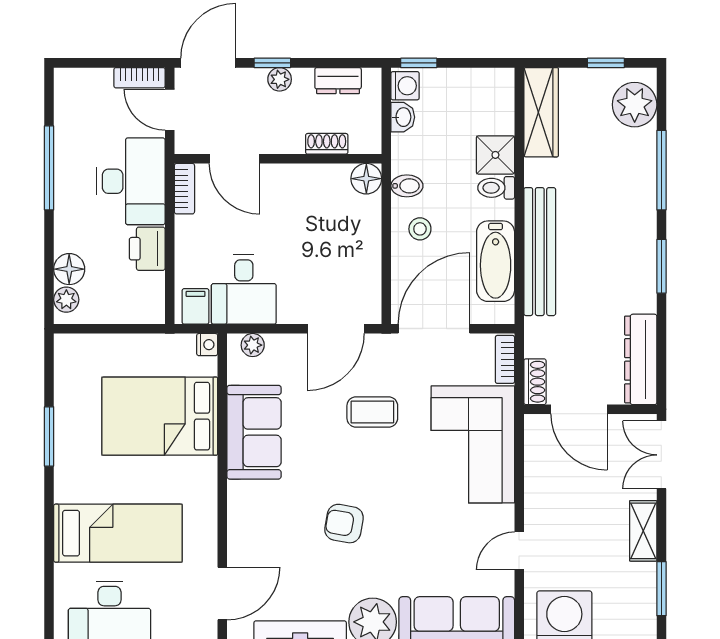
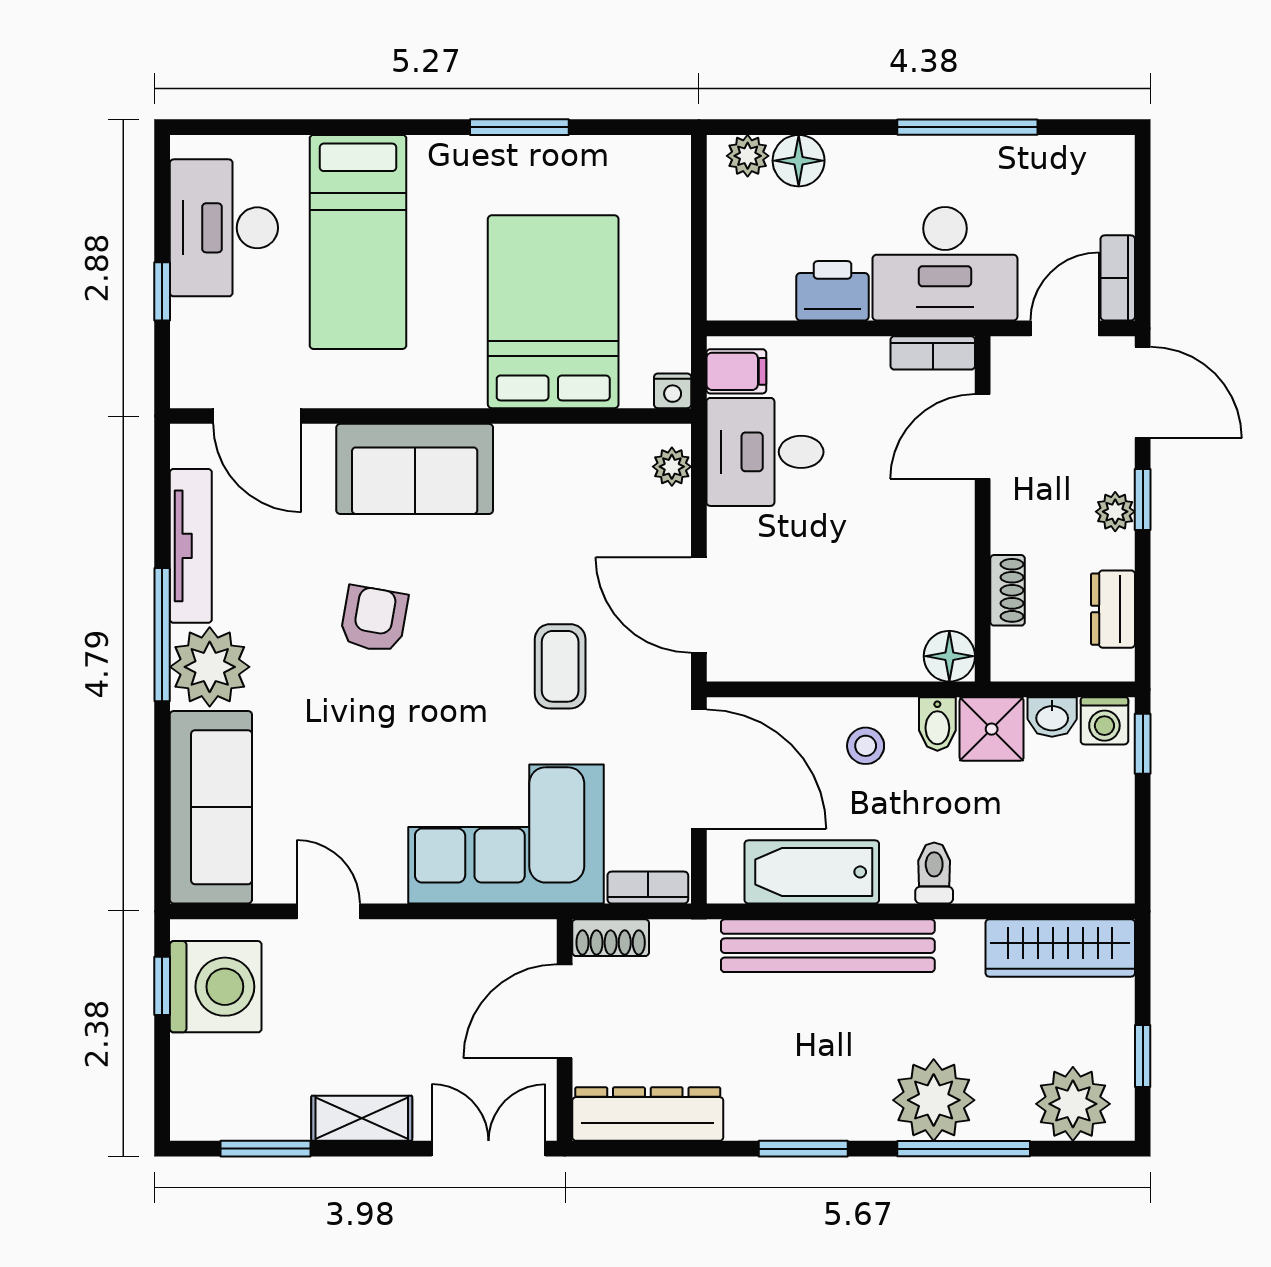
shower: (495, 155) -> (992, 729), moved
plant: (632, 188) -> (934, 1100), added
sofa: (254, 432) -> (415, 469), moved

